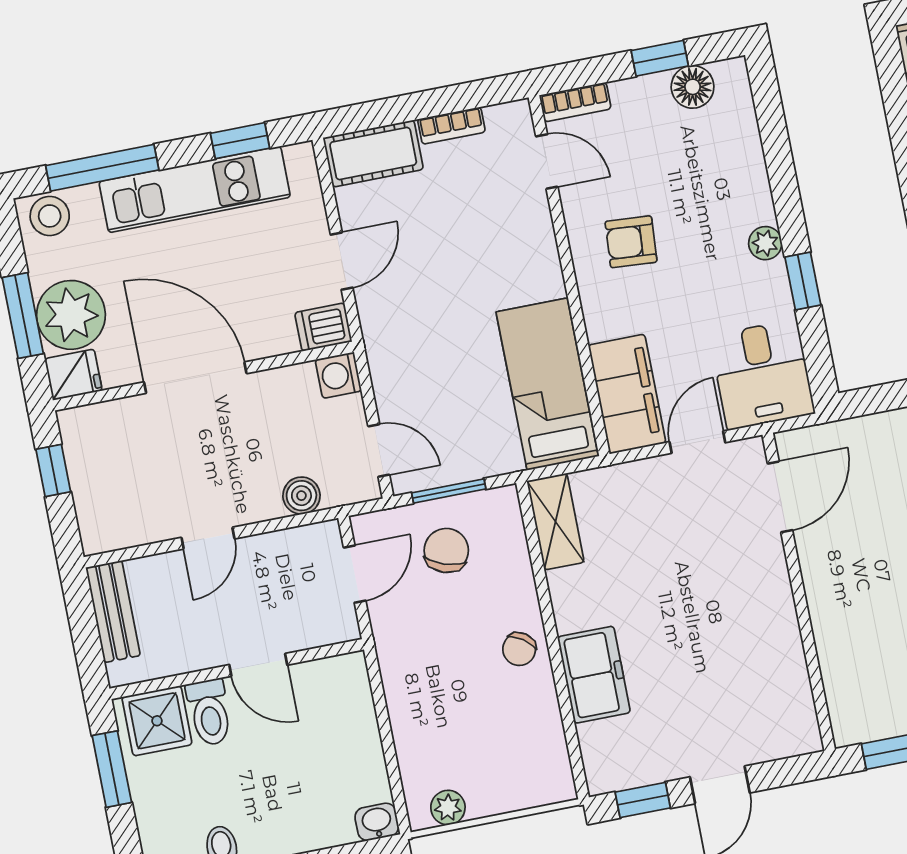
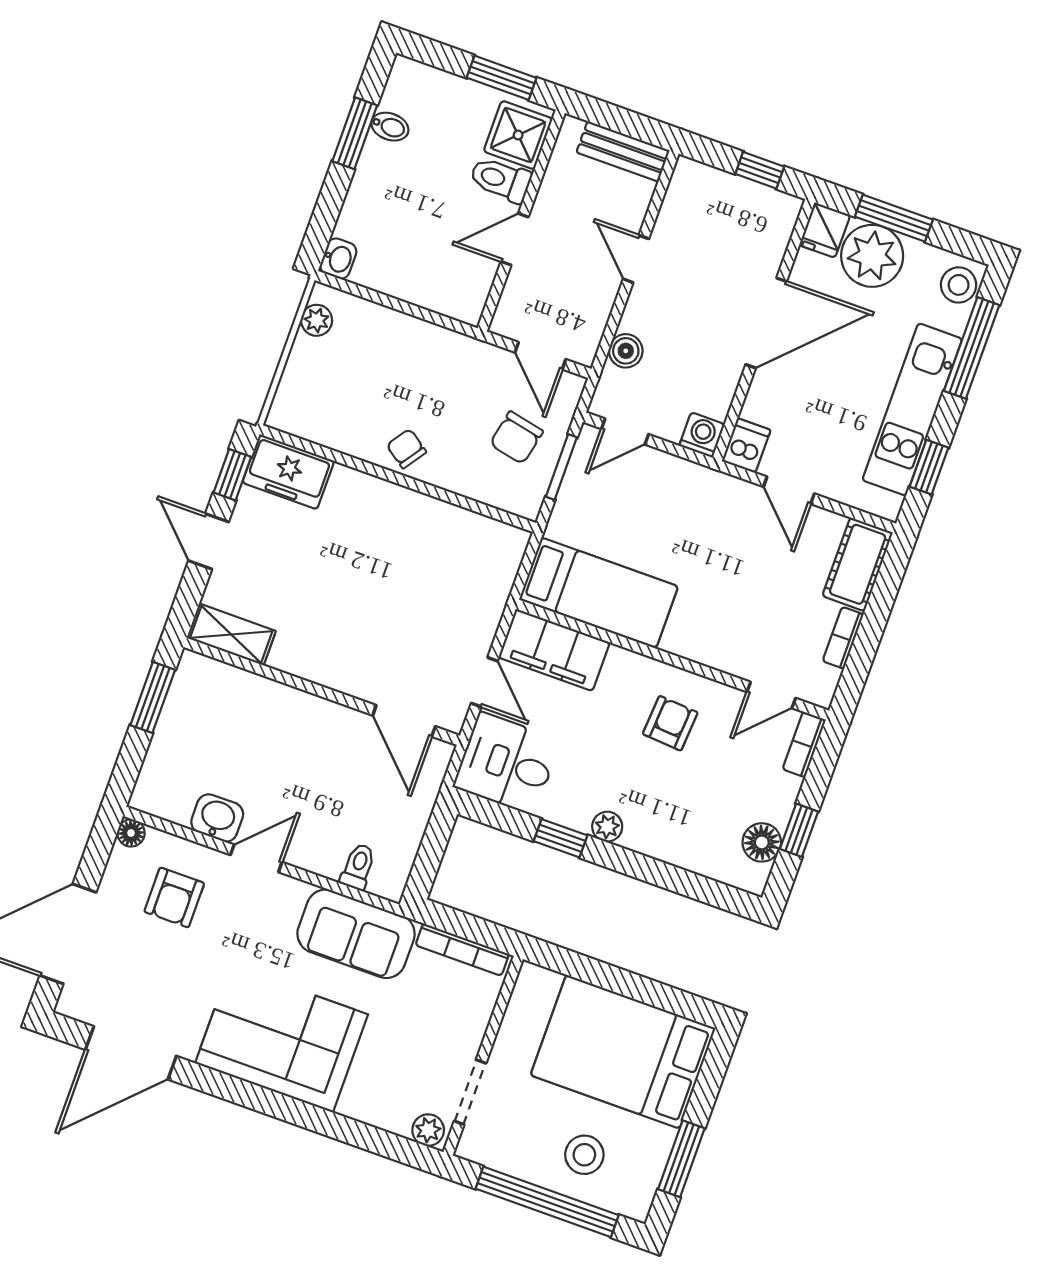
shelving: (555, 522) -> (231, 634), moved
chair: (446, 551) -> (516, 438), turned 83
freezer: (594, 675) -> (288, 472), moved

